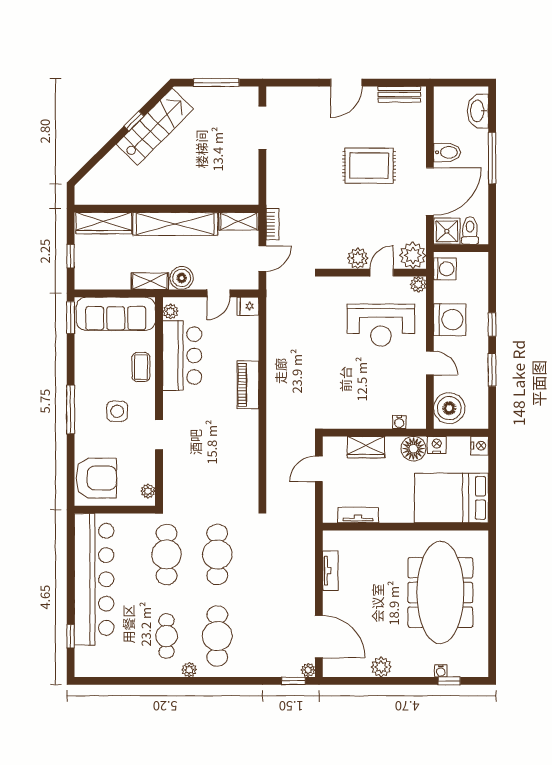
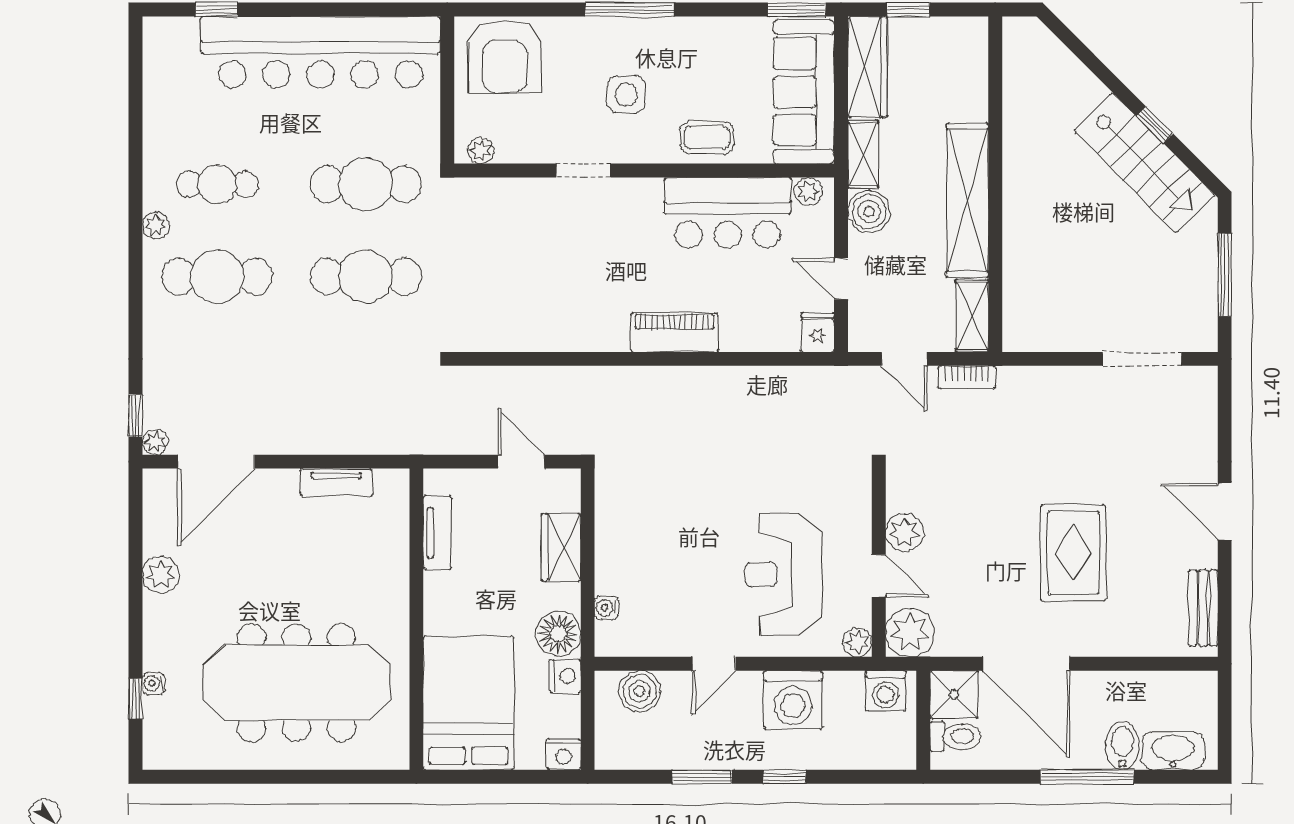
bidet: (447, 152) -> (1122, 746), moved, turned 180
wardrobe: (104, 223) -> (867, 67), moved, turned 180
boiler: (449, 408) -> (639, 691), width x0.73, depth x0.73

